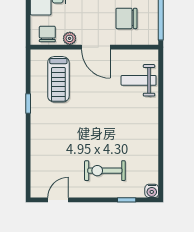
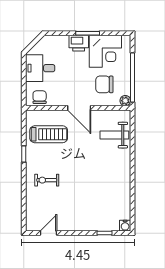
plant: (70, 38) -> (125, 101), moved
treadmill: (58, 79) -> (49, 134), turned -90
exercise bike: (105, 171) -> (47, 180), moved, width x0.73, depth x0.72

